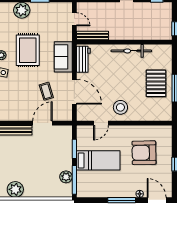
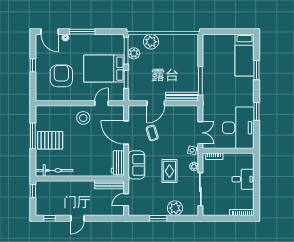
door: (74, 19) -> (126, 200), hinge flipped
rug: (28, 50) -> (169, 171), width x0.73, depth x0.70
bicycle: (131, 51) -> (54, 170), moved
pallet: (156, 83) -> (50, 140), turned 90
armchair: (144, 153) -> (61, 76), turned -89
bed: (98, 160) -> (104, 69), width x1.50
plant: (15, 189) -> (151, 42), moved

